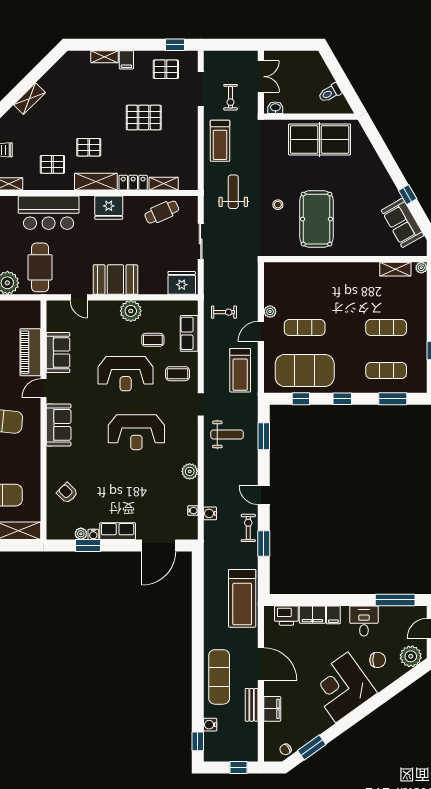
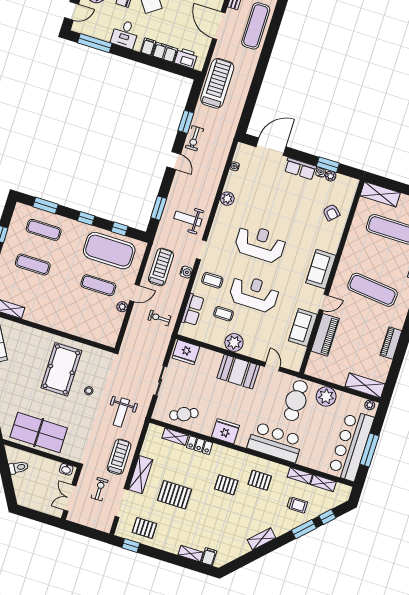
filing cabinet: (126, 60) -> (209, 557), moved
shelving: (96, 182) -> (141, 475), moved, turned 90
water cooler: (210, 513) -> (186, 272), moved

